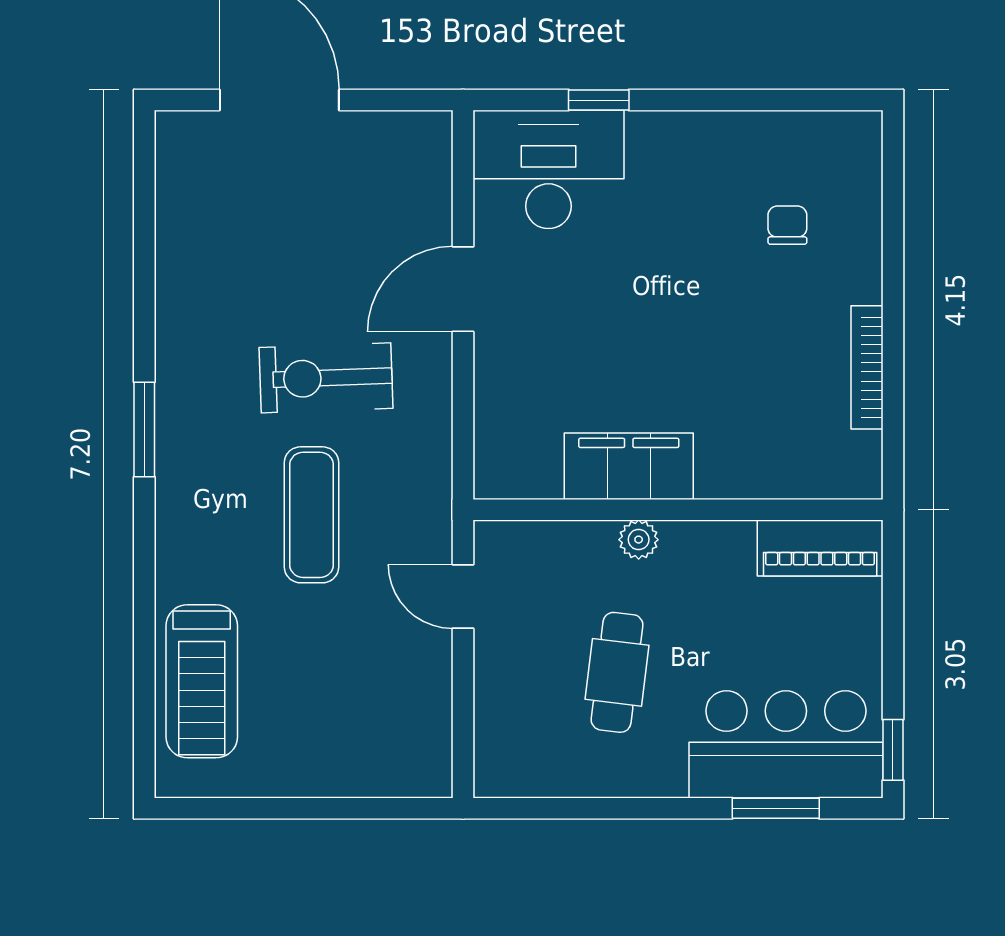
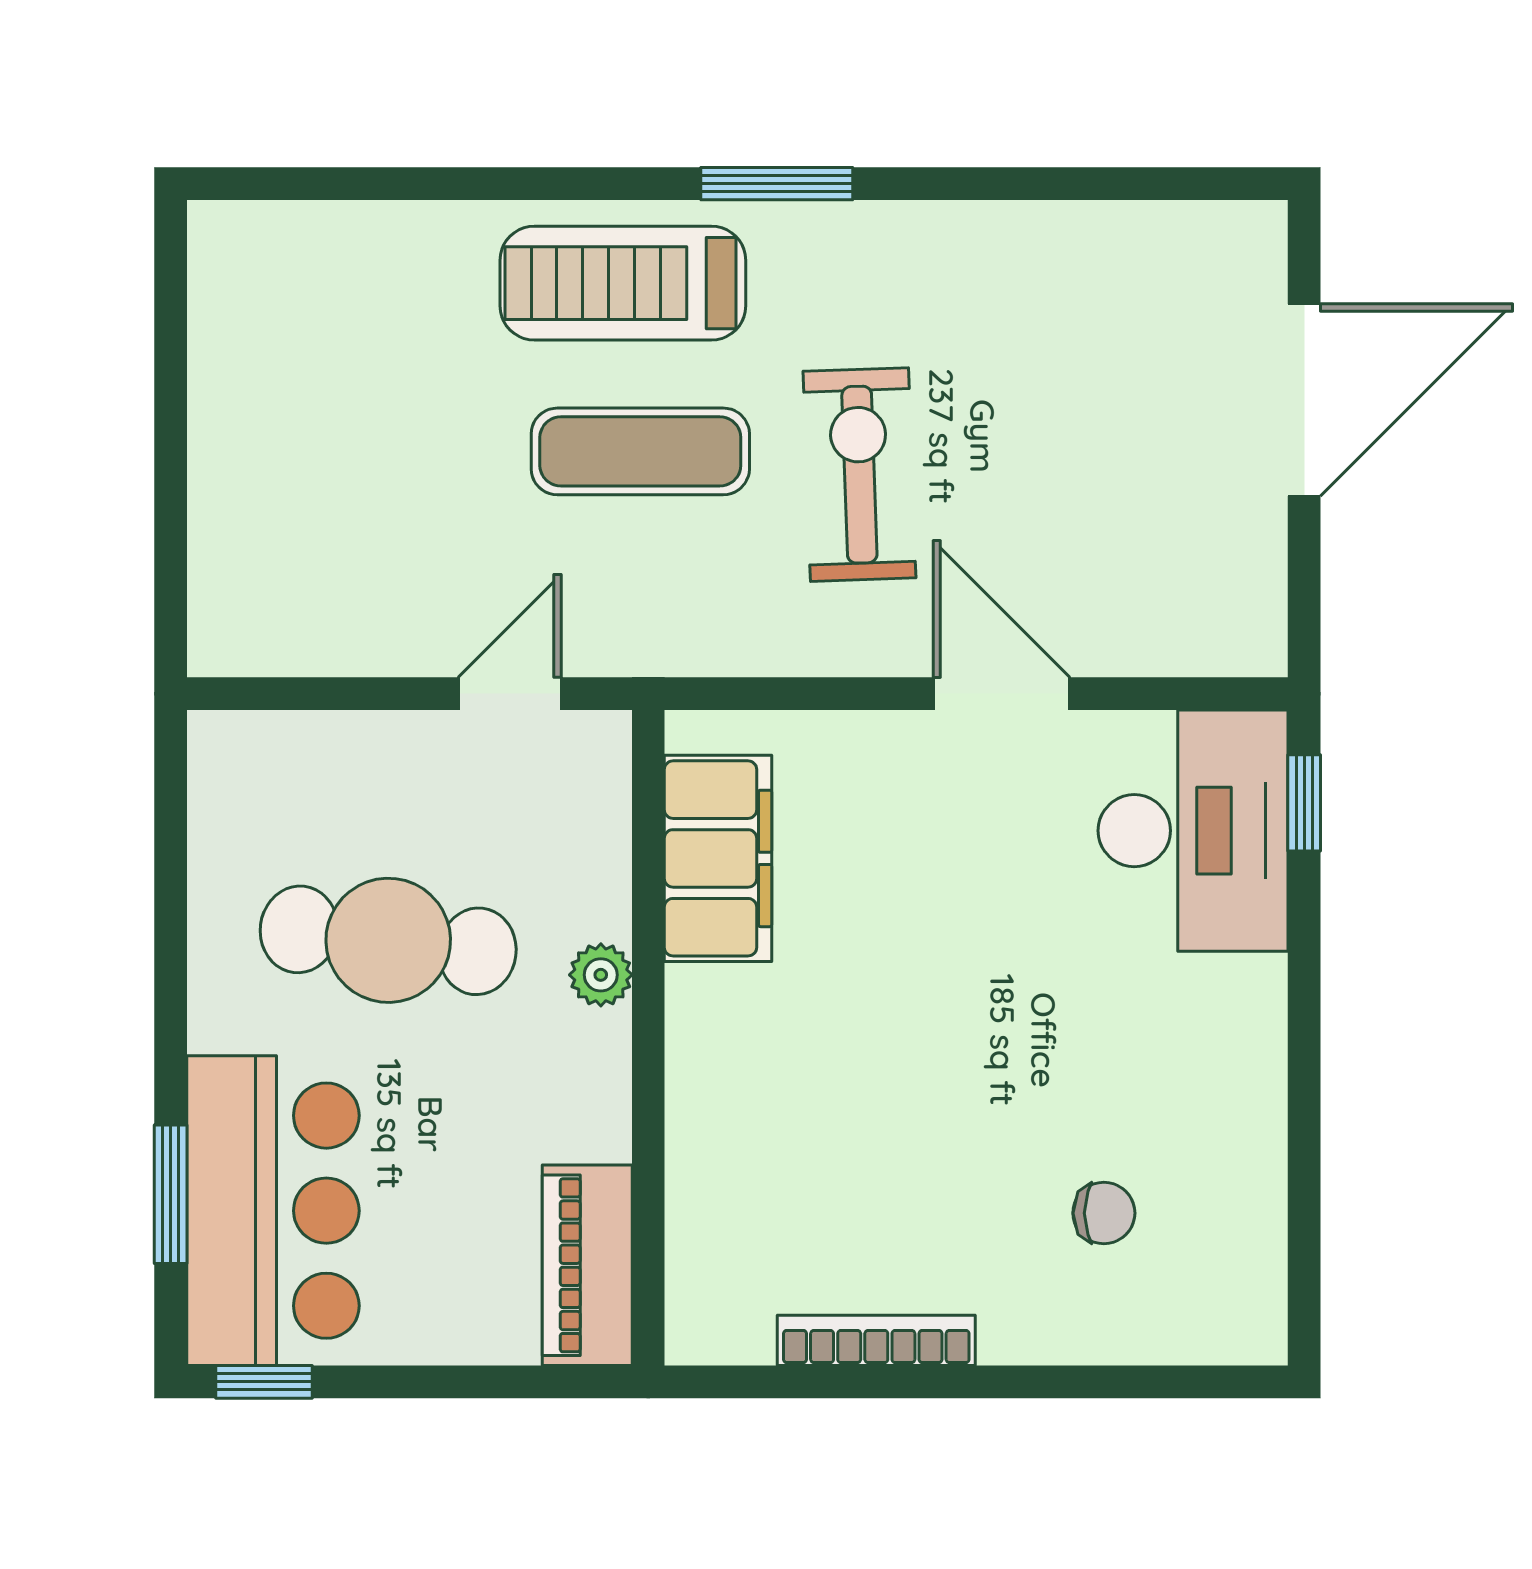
window: (599, 100) -> (1304, 803), moved
filing cabinet: (629, 466) -> (718, 858), moved
cafe table: (617, 672) -> (388, 940), width x1.37, depth x1.35
treadmill: (202, 681) -> (623, 283), moved

